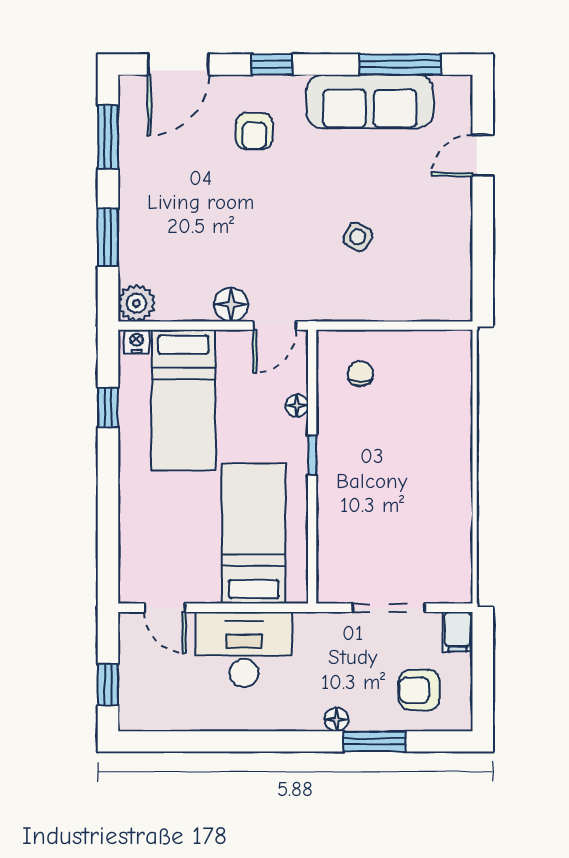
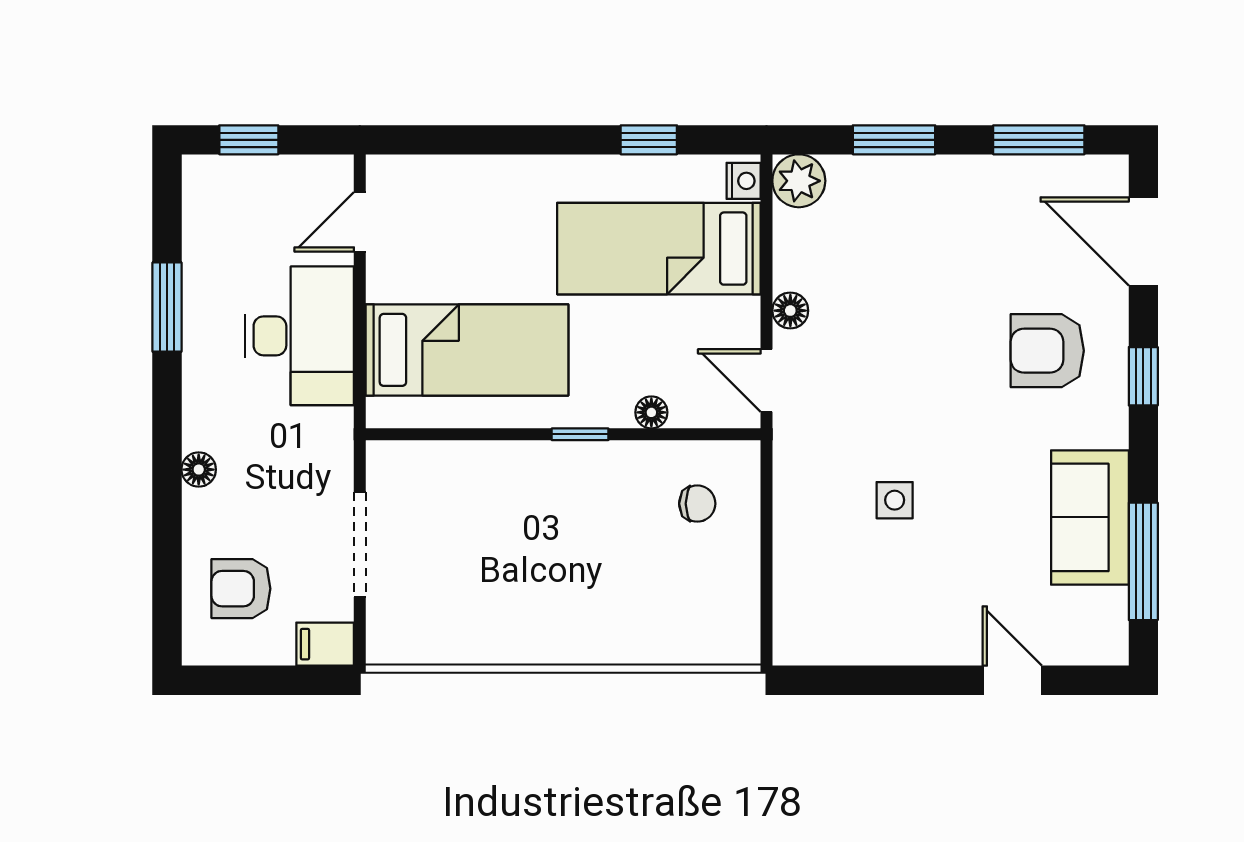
sofa: (370, 101) -> (1090, 517), width x0.73
armchair: (254, 131) -> (1047, 351), width x1.38, depth x1.38
side table: (358, 237) -> (895, 500), turned -30
floor lamp: (231, 305) -> (790, 311), width x0.73, depth x0.73
armchair: (419, 690) -> (241, 589), turned -90
window: (375, 741) -> (167, 307), moved

